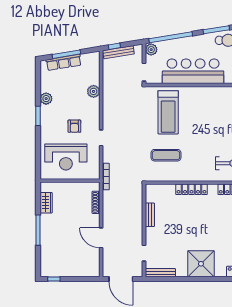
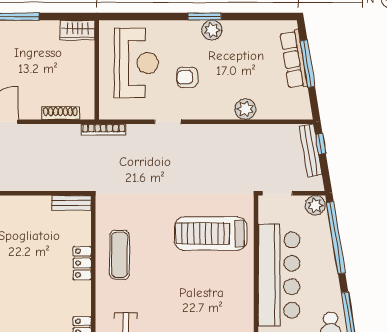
plant: (46, 99) -> (212, 30), moved
exercise mat: (166, 155) -> (120, 255), moved
reception desk: (66, 157) -> (136, 63), turned 180
locker: (192, 189) -> (82, 263), width x0.66
wardrobe: (46, 203) -> (77, 30), moved
bench: (150, 215) -> (71, 203), moved

